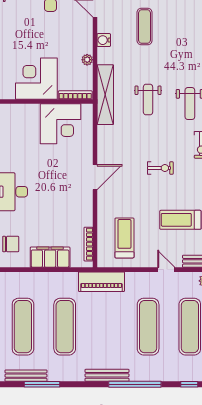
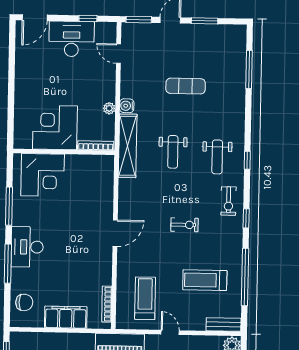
exercise mat: (145, 27) -> (186, 86), moved, turned 90
water cooler: (104, 40) -> (127, 106), moved
corner desk: (61, 124) -> (43, 175), moved
door: (166, 270) -> (170, 332), moved

